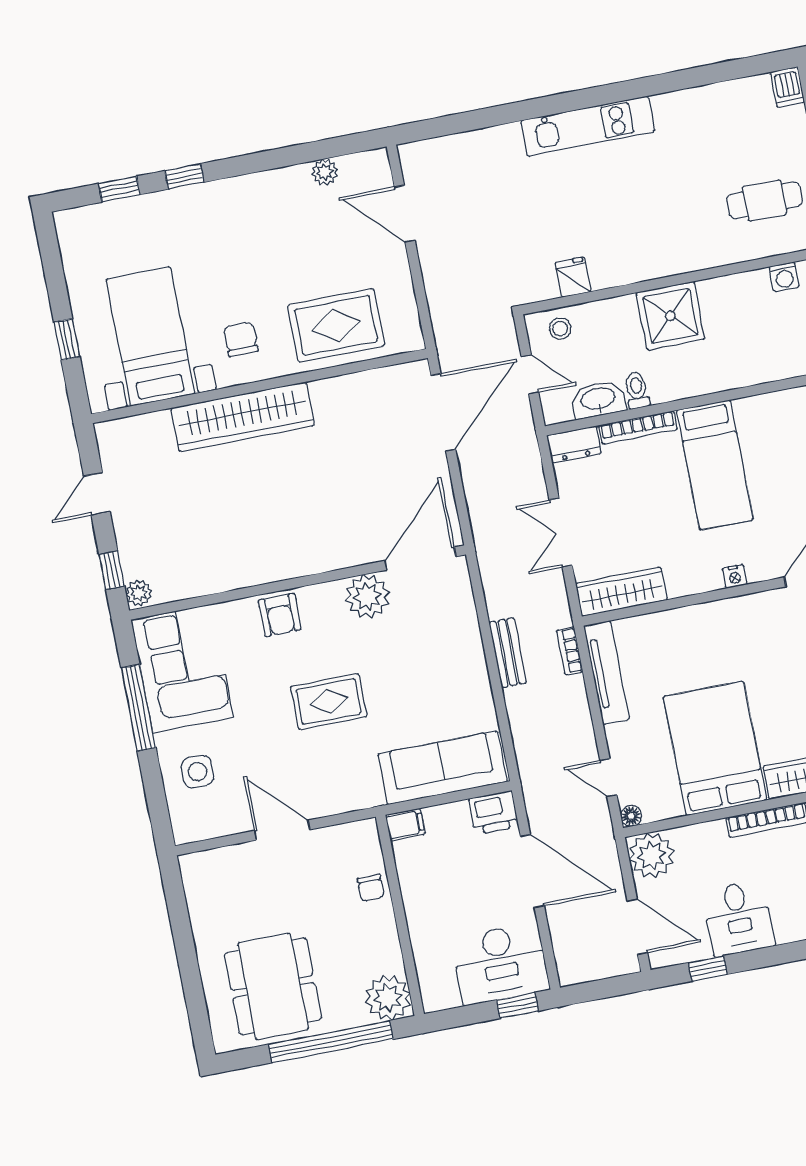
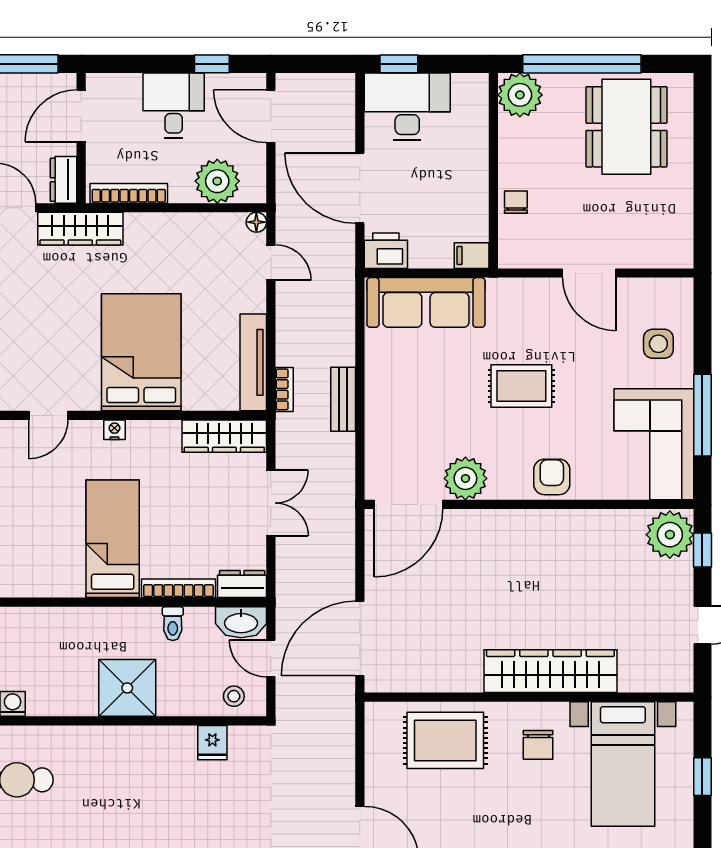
washbasin: (598, 399) -> (241, 622), moved
plant: (139, 593) -> (670, 535), width x1.87, depth x1.87
bed: (715, 748) -> (141, 352), moved, turned 180
plant: (651, 855) -> (217, 181), moved

